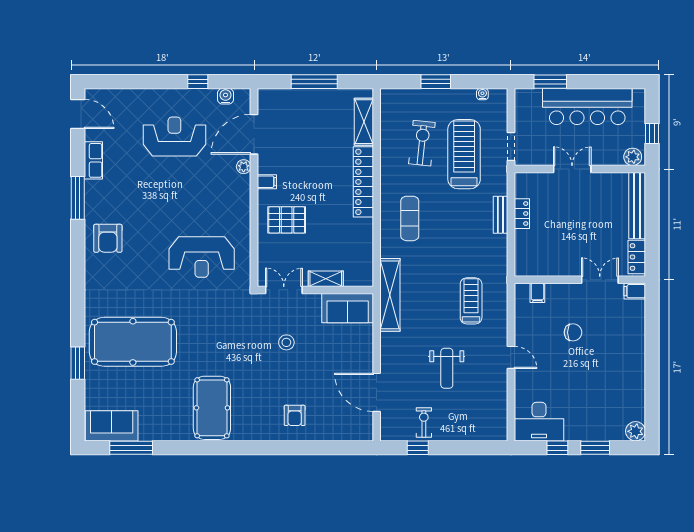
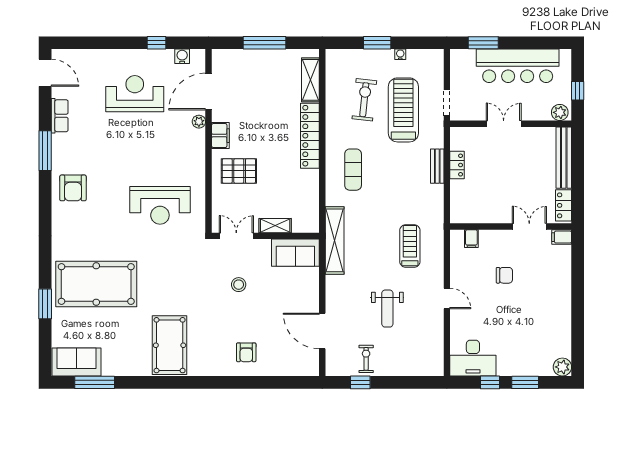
water cooler: (482, 94) -> (400, 54), moved
filing cabinet: (267, 182) -> (220, 136), width x2.00

